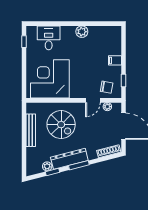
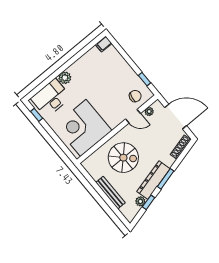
plant: (82, 32) -> (65, 78), moved
desk: (49, 38) -> (51, 98), width x1.37
filing cabinet: (115, 60) -> (104, 44), moved
door: (93, 100) -> (133, 116), hinge flipped
bench: (31, 130) -> (110, 193), moved

